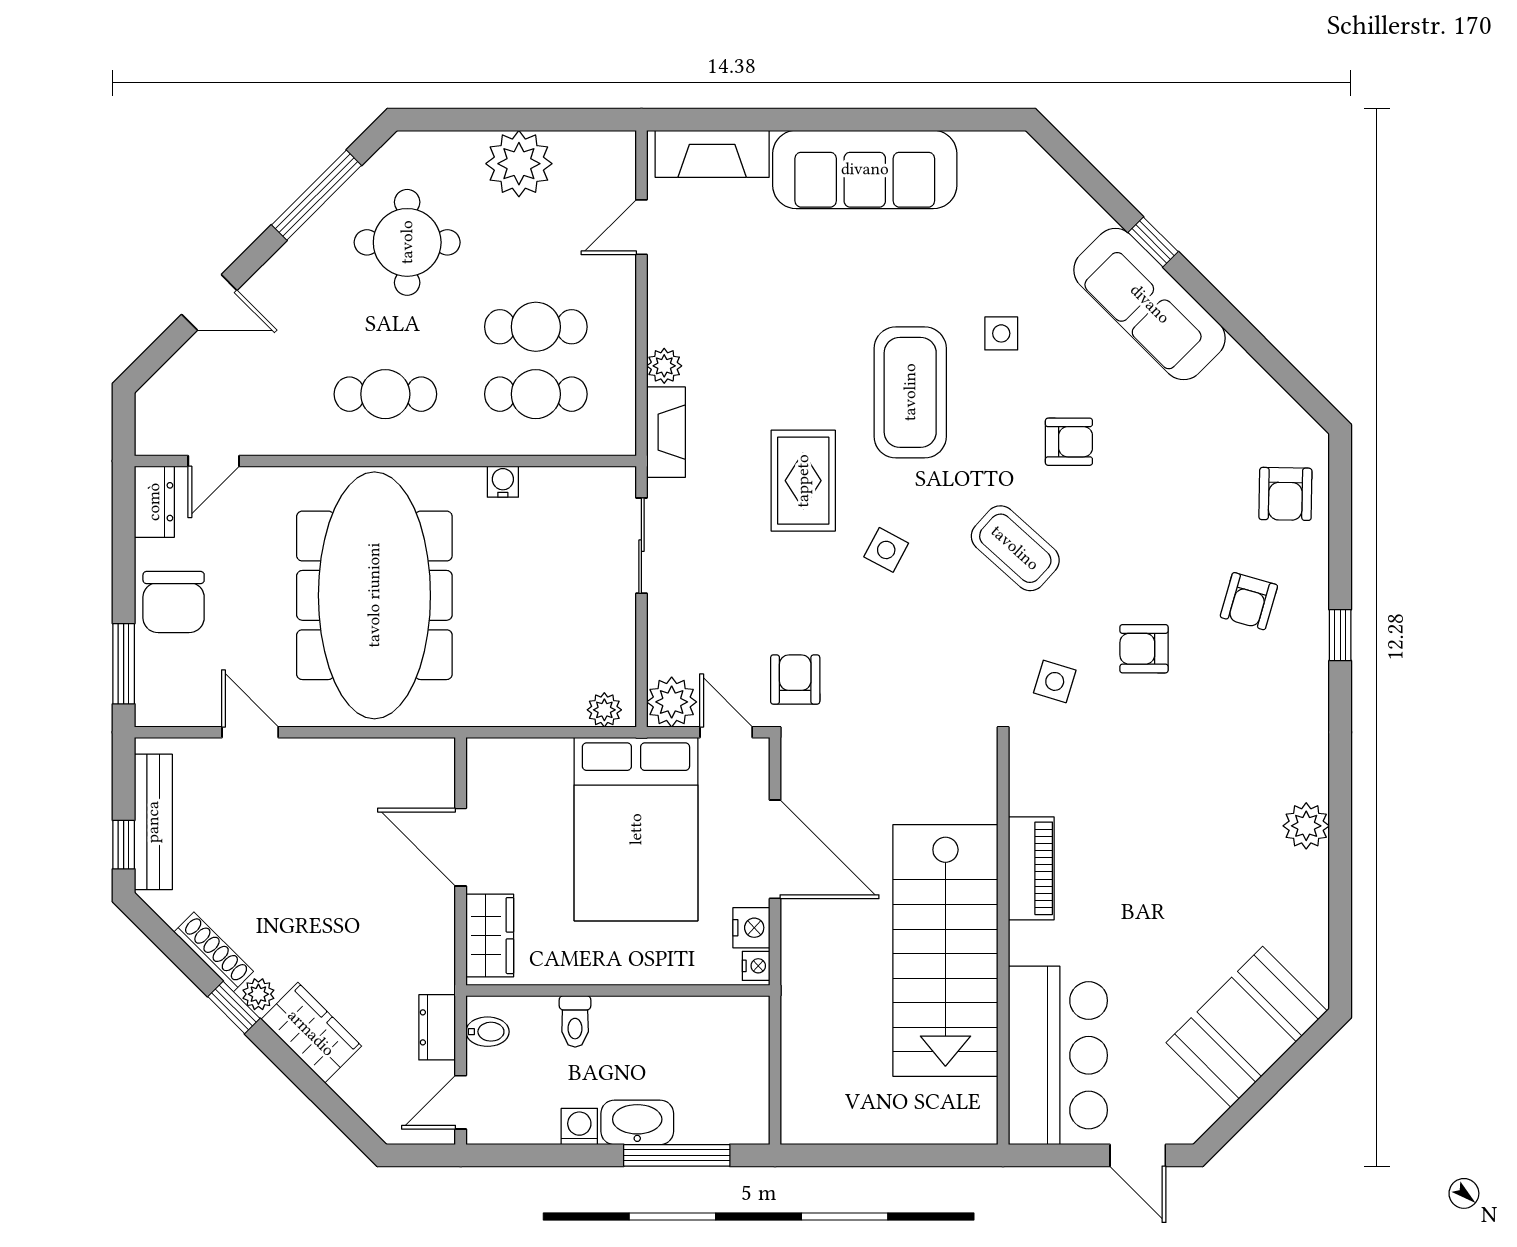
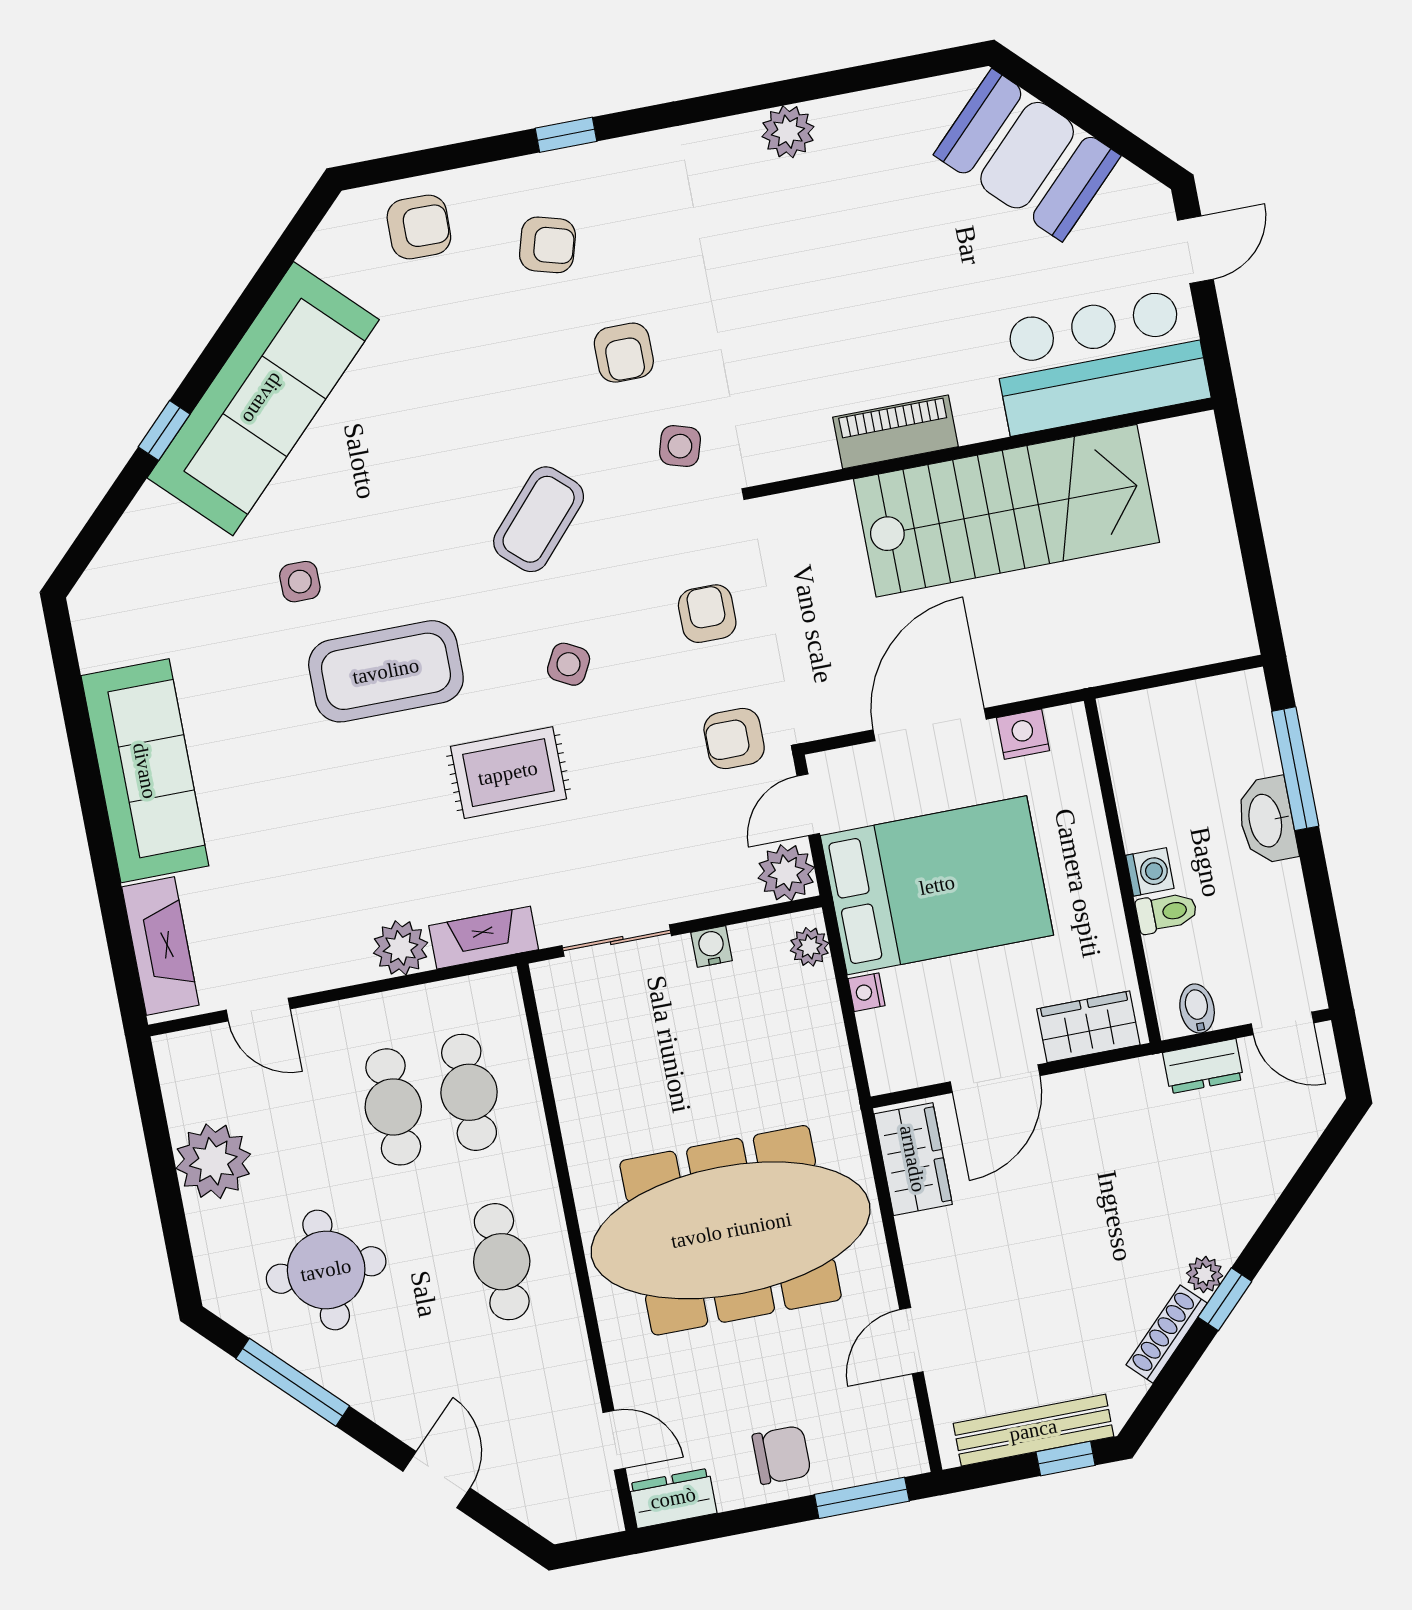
sofa: (1150, 304) -> (263, 399), width x1.36, depth x1.27
plant: (664, 366) -> (401, 948), width x1.38, depth x1.38
armchair: (1069, 442) -> (707, 614), moved
water cooler: (503, 482) -> (712, 946), moved, turned 90
chair: (174, 602) -> (782, 1455), width x0.73, depth x0.73
nightstand: (756, 966) -> (866, 992), moved, turned -90
wardrobe: (311, 1033) -> (913, 1159), moved, turned 135
washing machine: (579, 1126) -> (1150, 872), moved, turned 180

